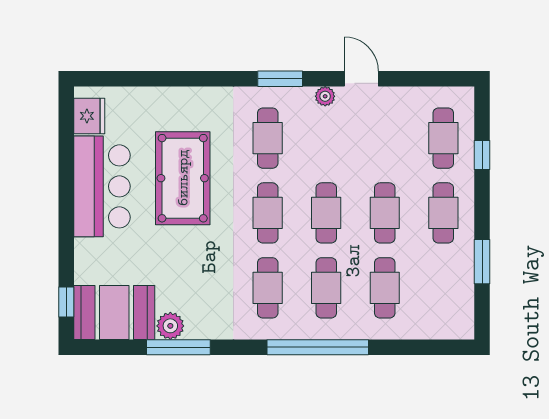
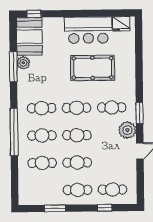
plant: (325, 96) -> (127, 130), width x1.88, depth x1.88

